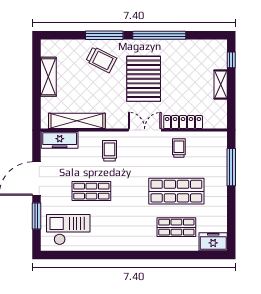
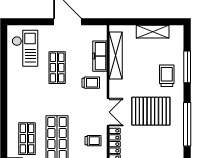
window: (104, 35) -> (187, 67), moved
trolley: (101, 60) -> (167, 76), turned 153
freezer: (60, 140) -> (100, 56), moved
window: (36, 216) -> (36, 22), removed

